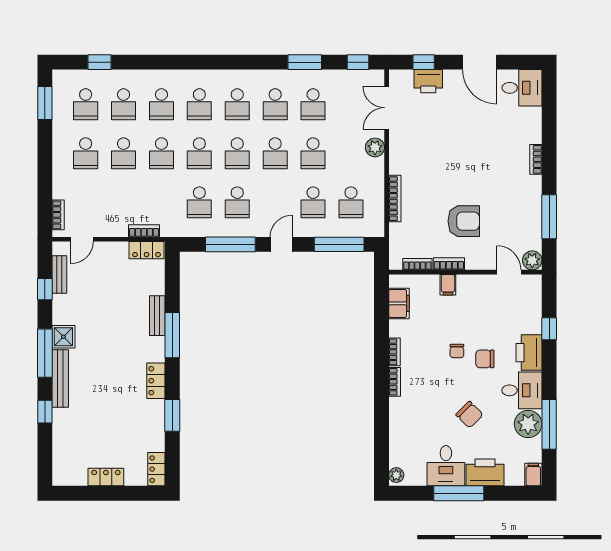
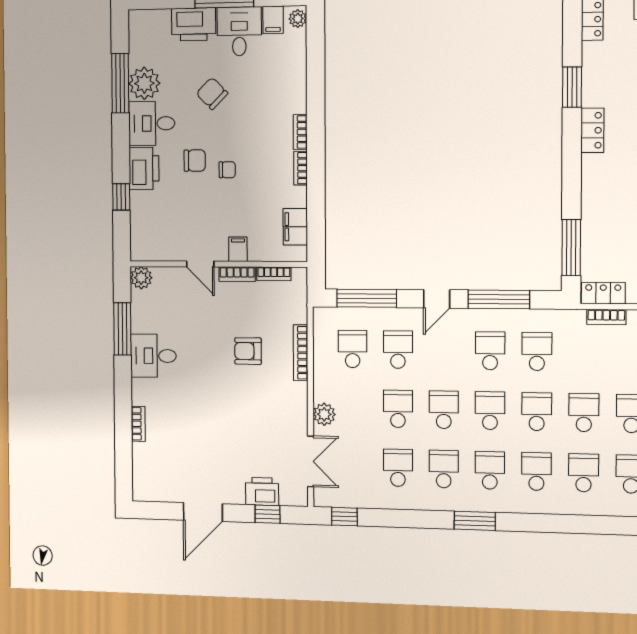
window: (305, 62) -> (475, 521), moved
door: (480, 62) -> (203, 512), swing flipped
desk: (522, 88) -> (153, 356), moved
bookcase: (536, 159) -> (138, 424), moved
armchair: (464, 221) -> (248, 351), moved, width x0.72, depth x0.72
door: (509, 272) -> (200, 264), moved
bench: (157, 316) -> (590, 212), removed
window: (172, 335) -> (571, 248), moved
chair: (457, 351) -> (227, 170), turned 90
filing cabinet: (533, 475) -> (273, 20), moved

